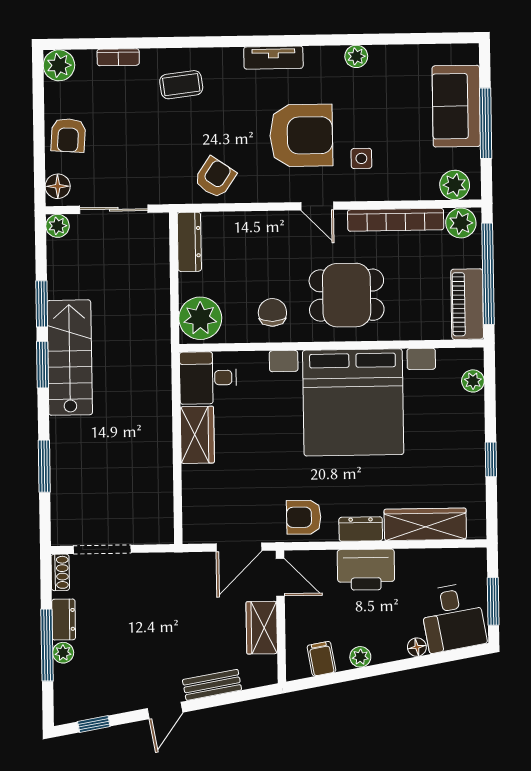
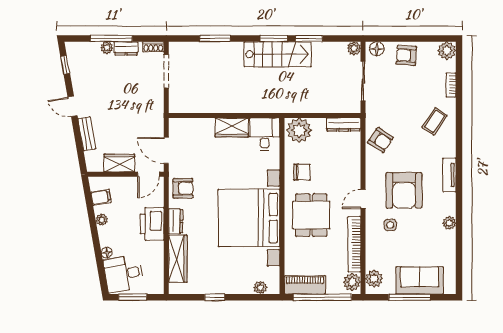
coffee table: (181, 85) -> (435, 121), turned 42
armchair: (304, 517) -> (183, 188), turned 90

